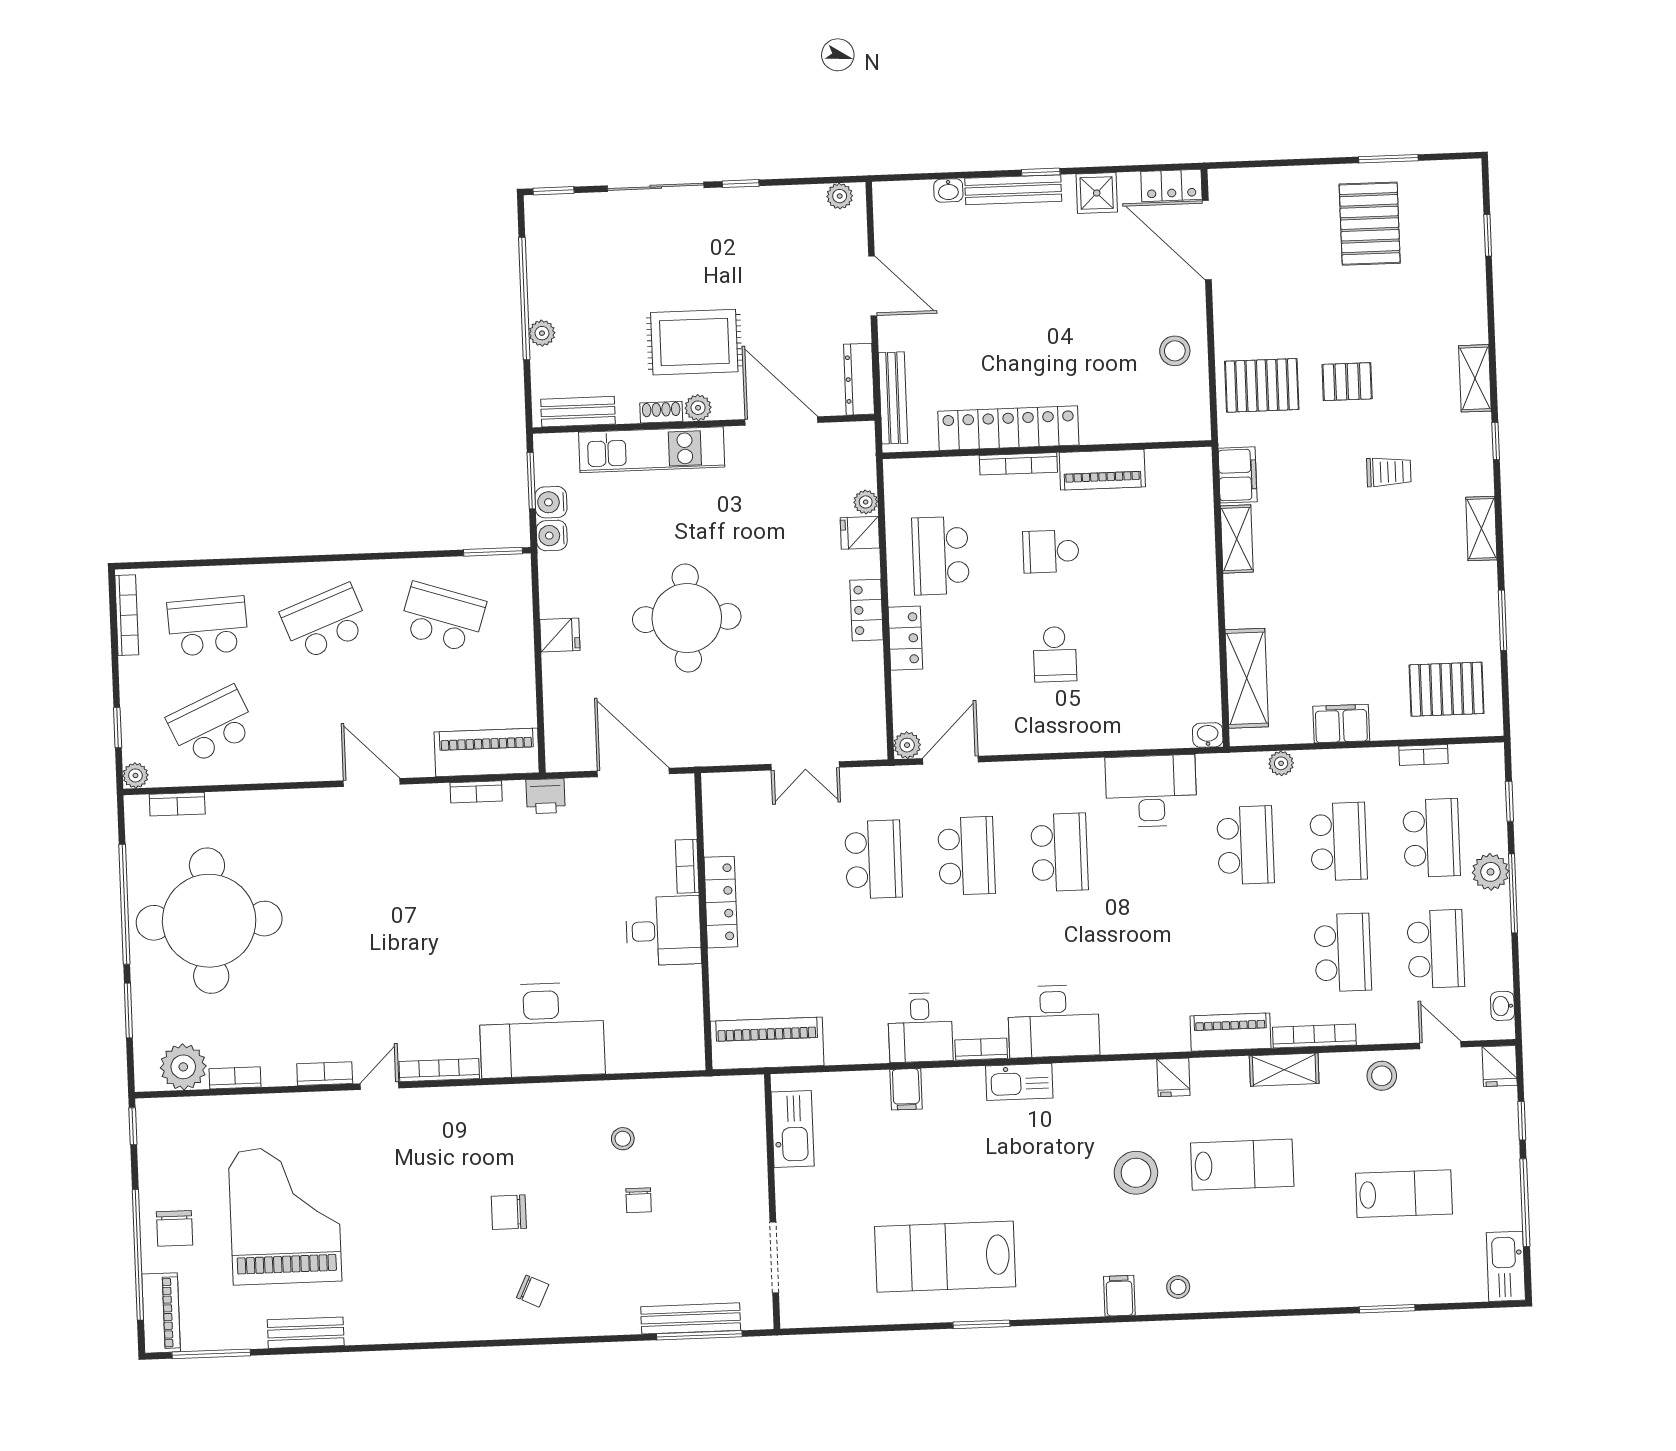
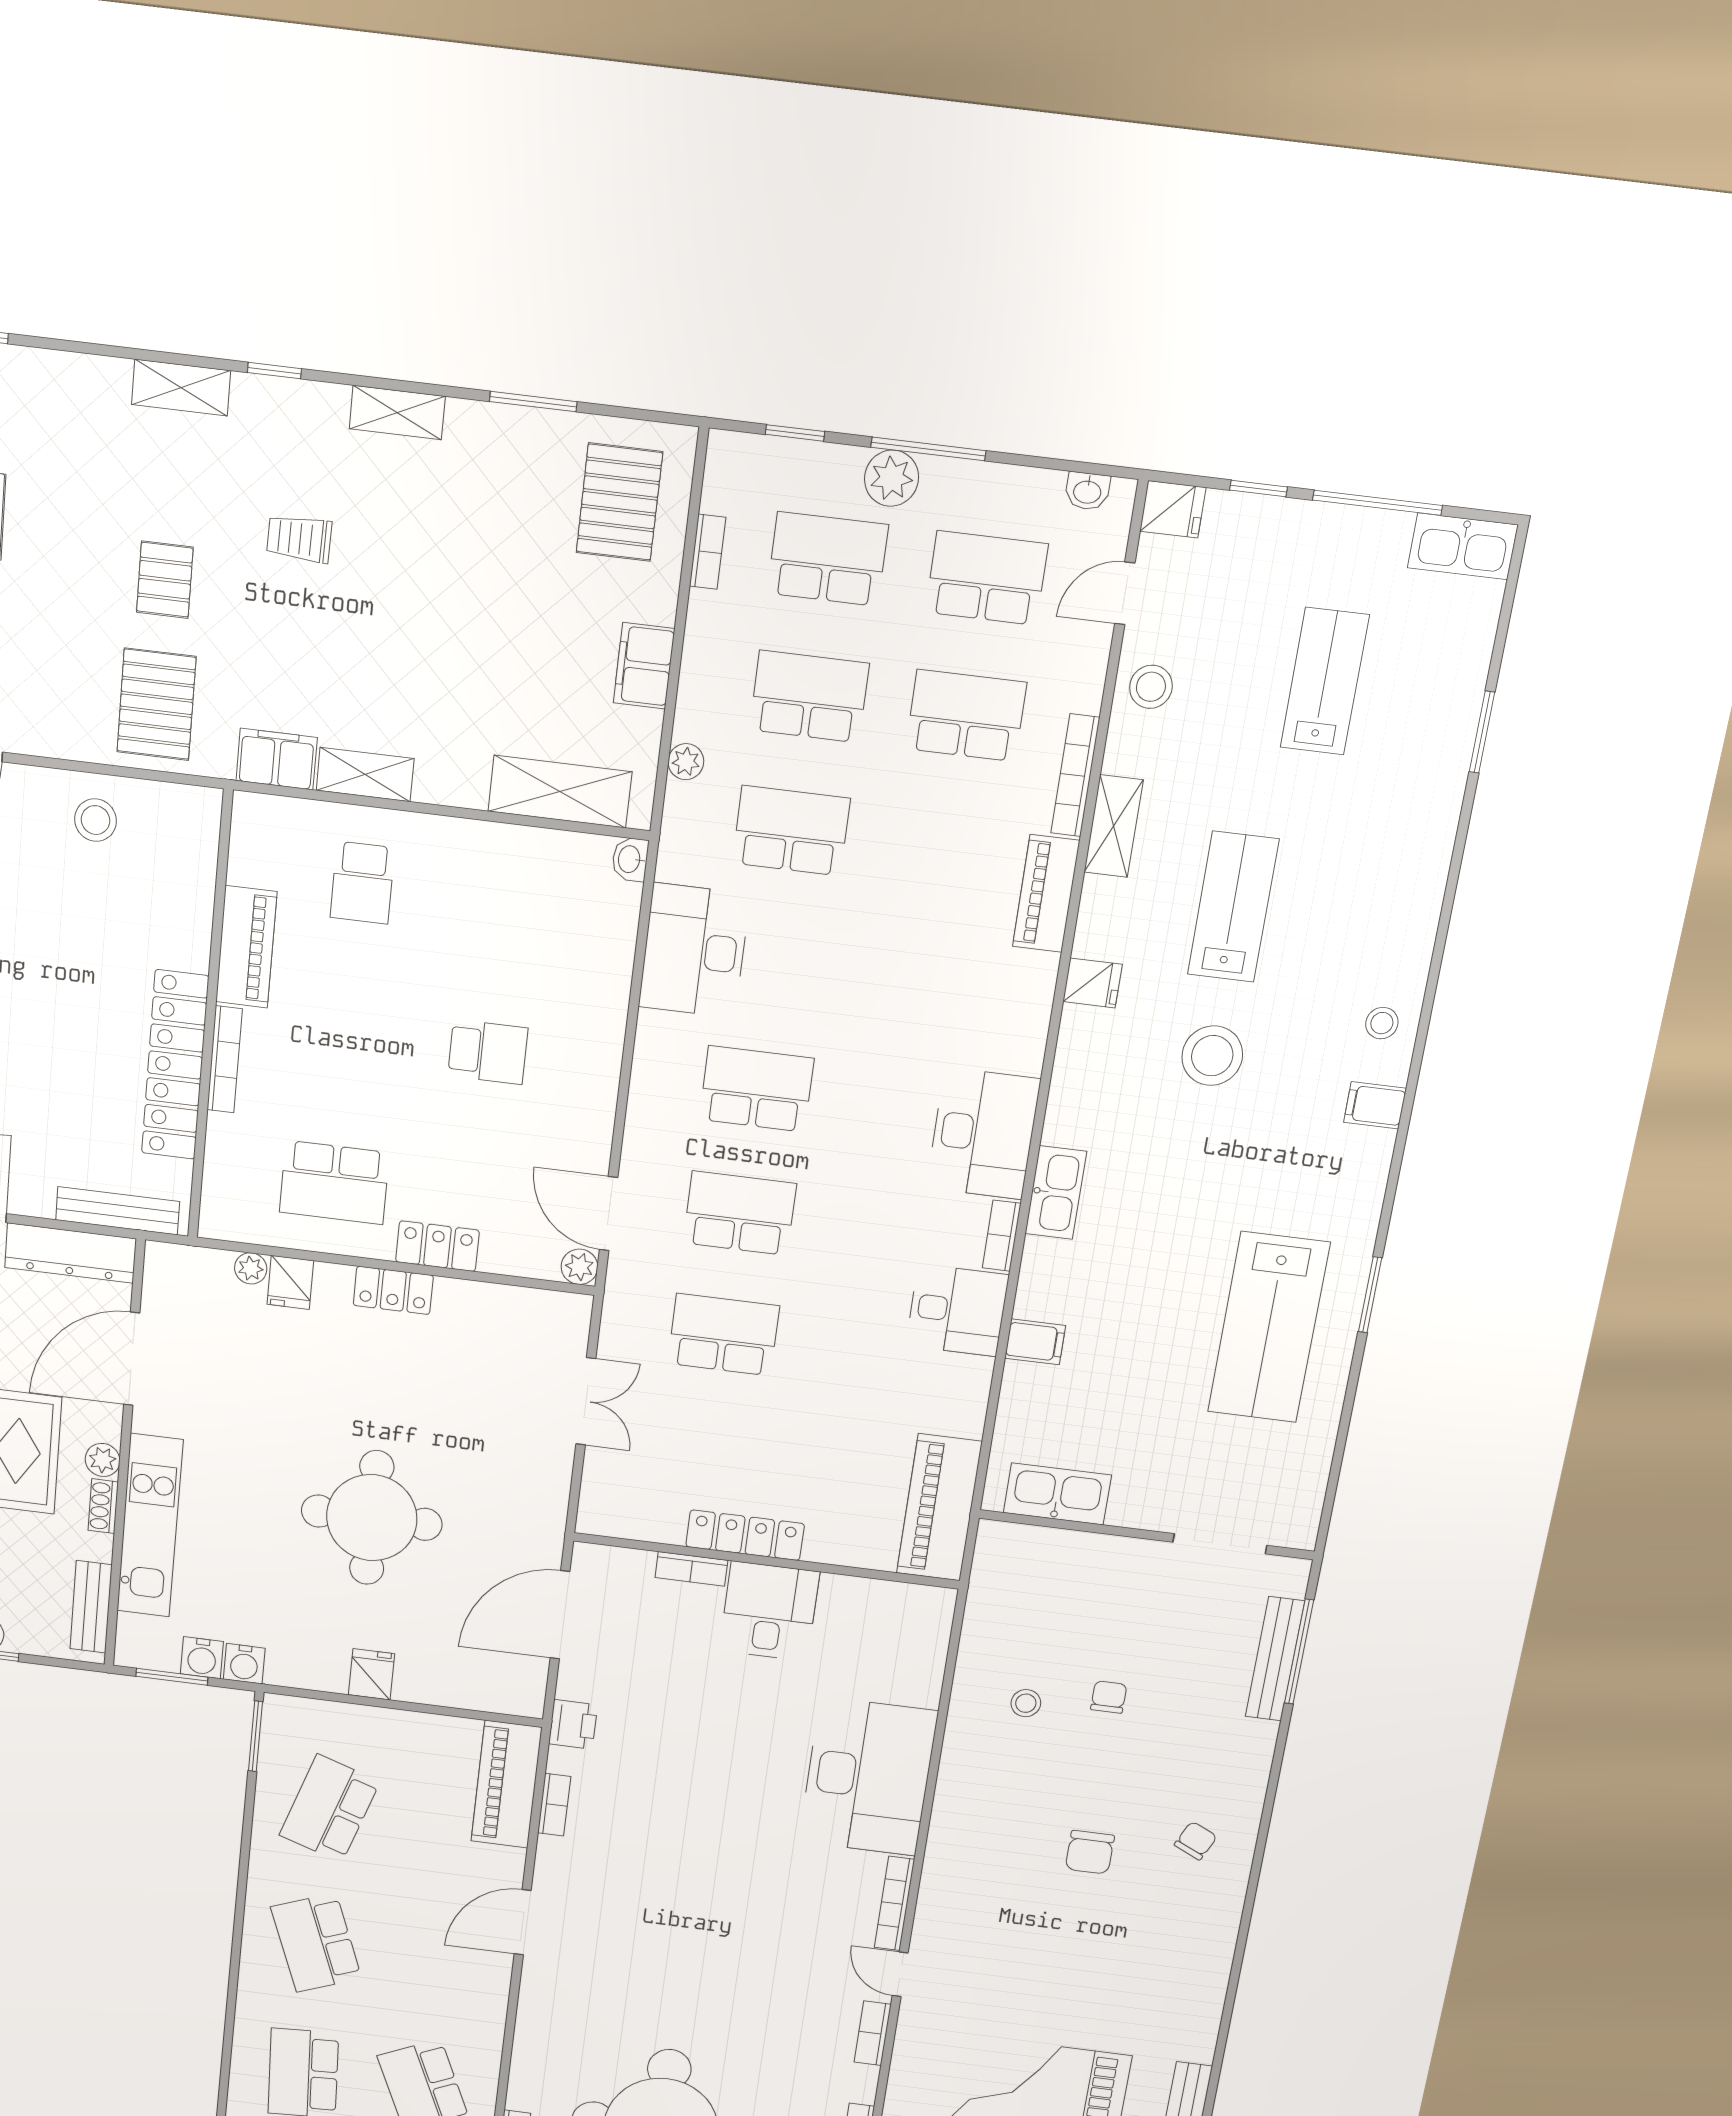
dresser: (859, 379) -> (70, 1253), width x1.37, depth x1.24
trolley: (1389, 472) -> (299, 539), turned -89
school desk: (1051, 551) -> (362, 883), moved
chair: (639, 1200) -> (1109, 1697), turned -90

